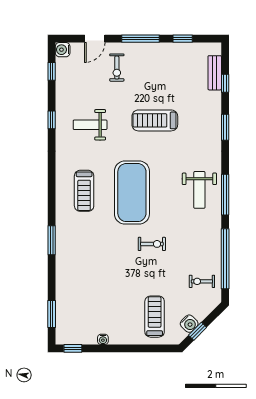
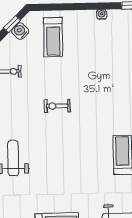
exercise mat: (132, 193) -> (77, 154), removed

